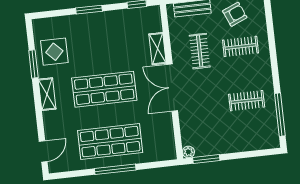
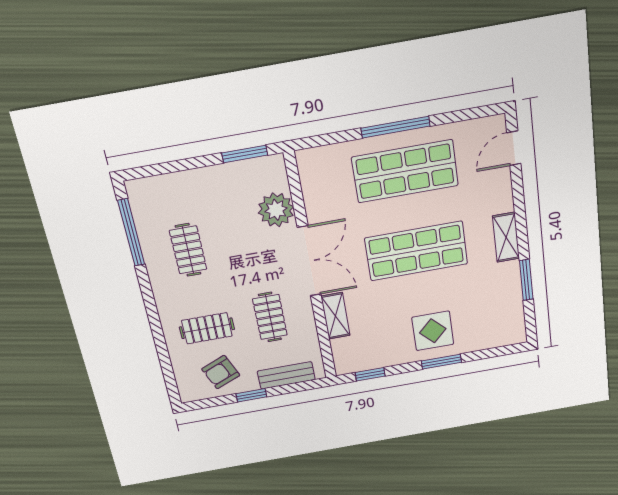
display table: (54, 52) -> (433, 331), moved
clothes rail: (247, 101) -> (188, 250), turned 90
plant: (188, 152) -> (276, 210), moved, width x1.88, depth x1.88

